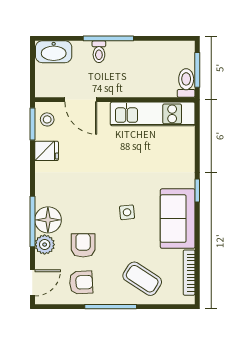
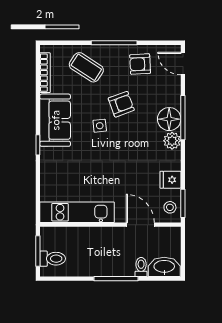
toilet: (99, 52) -> (141, 267), moved
toilet: (186, 83) -> (53, 259), moved, turned -90
plant: (45, 245) -> (172, 141), moved
armchair: (83, 245) -> (121, 104), moved, turned -110
door: (32, 283) -> (183, 64), hinge flipped

